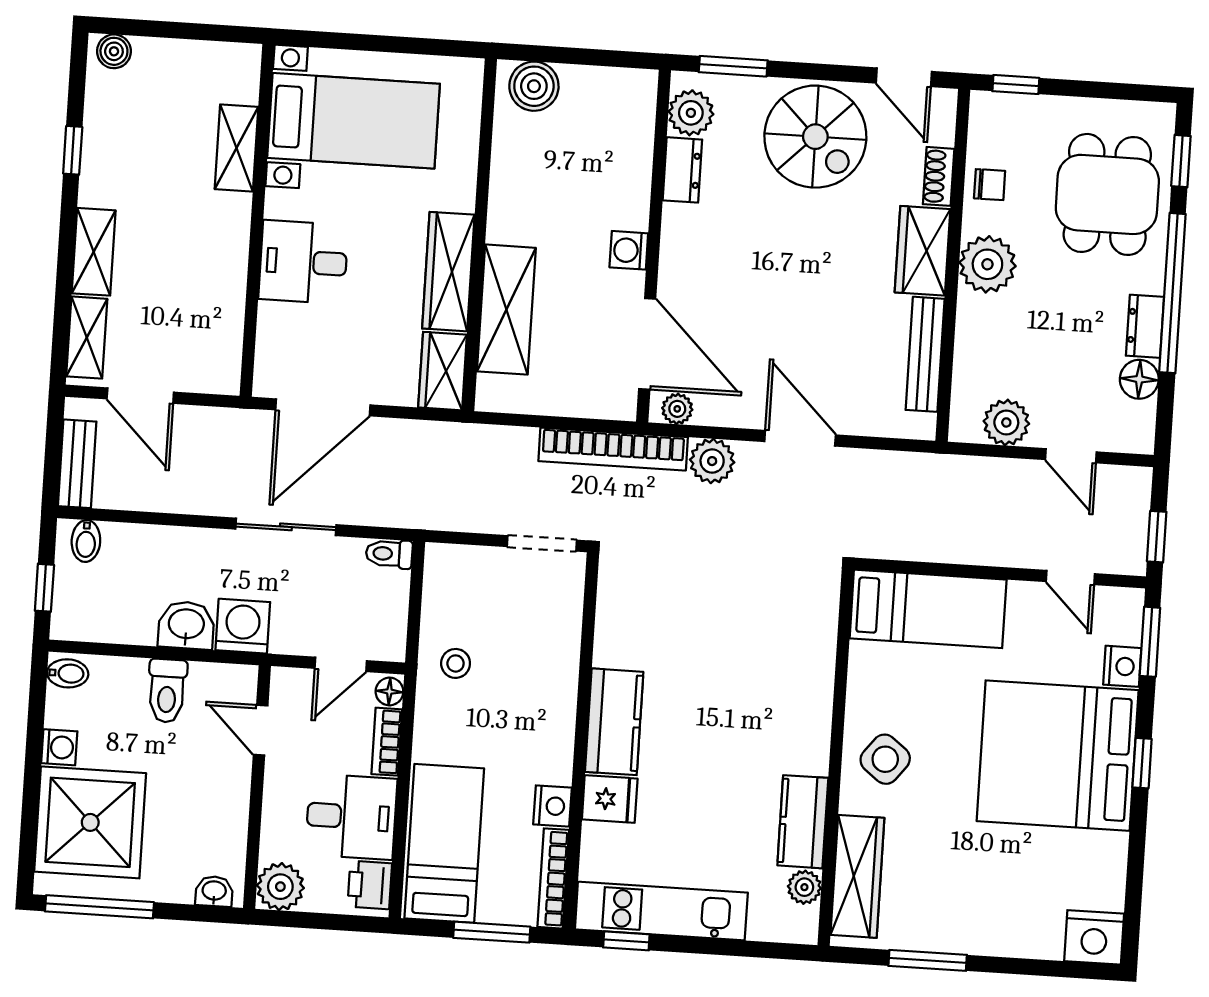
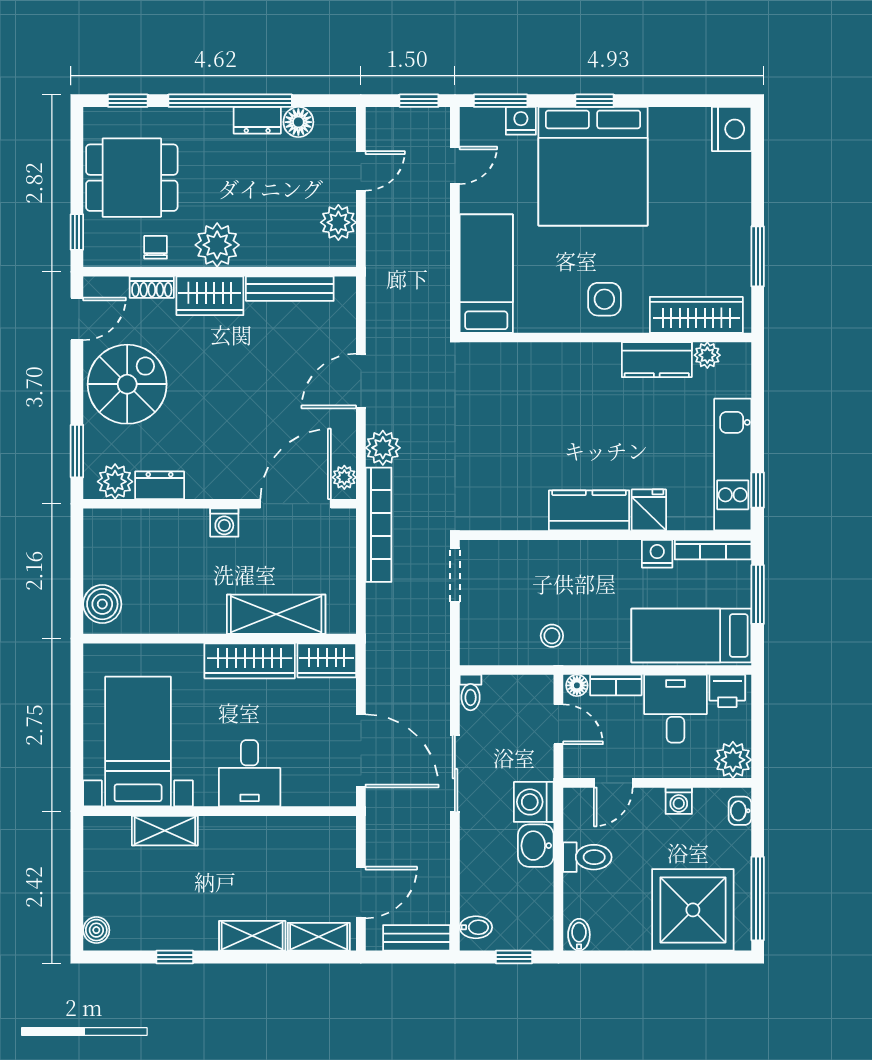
dining table: (1107, 194) -> (132, 178), moved
washing machine: (59, 747) -> (679, 801), moved, turned 180
side table: (885, 759) -> (604, 299), turned -38

